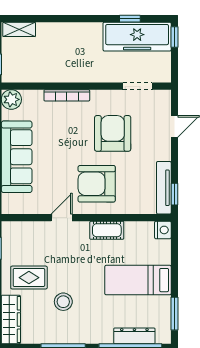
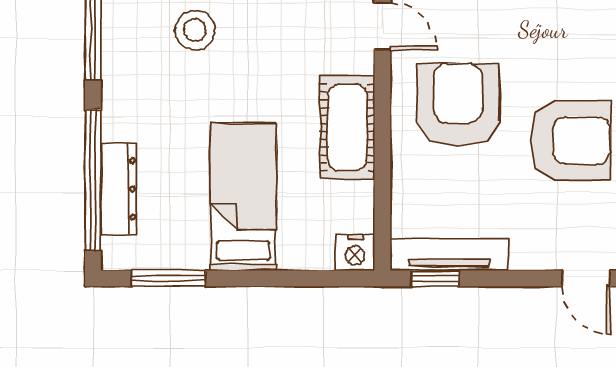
cot: (107, 230) -> (347, 127), width x1.37, depth x1.34

